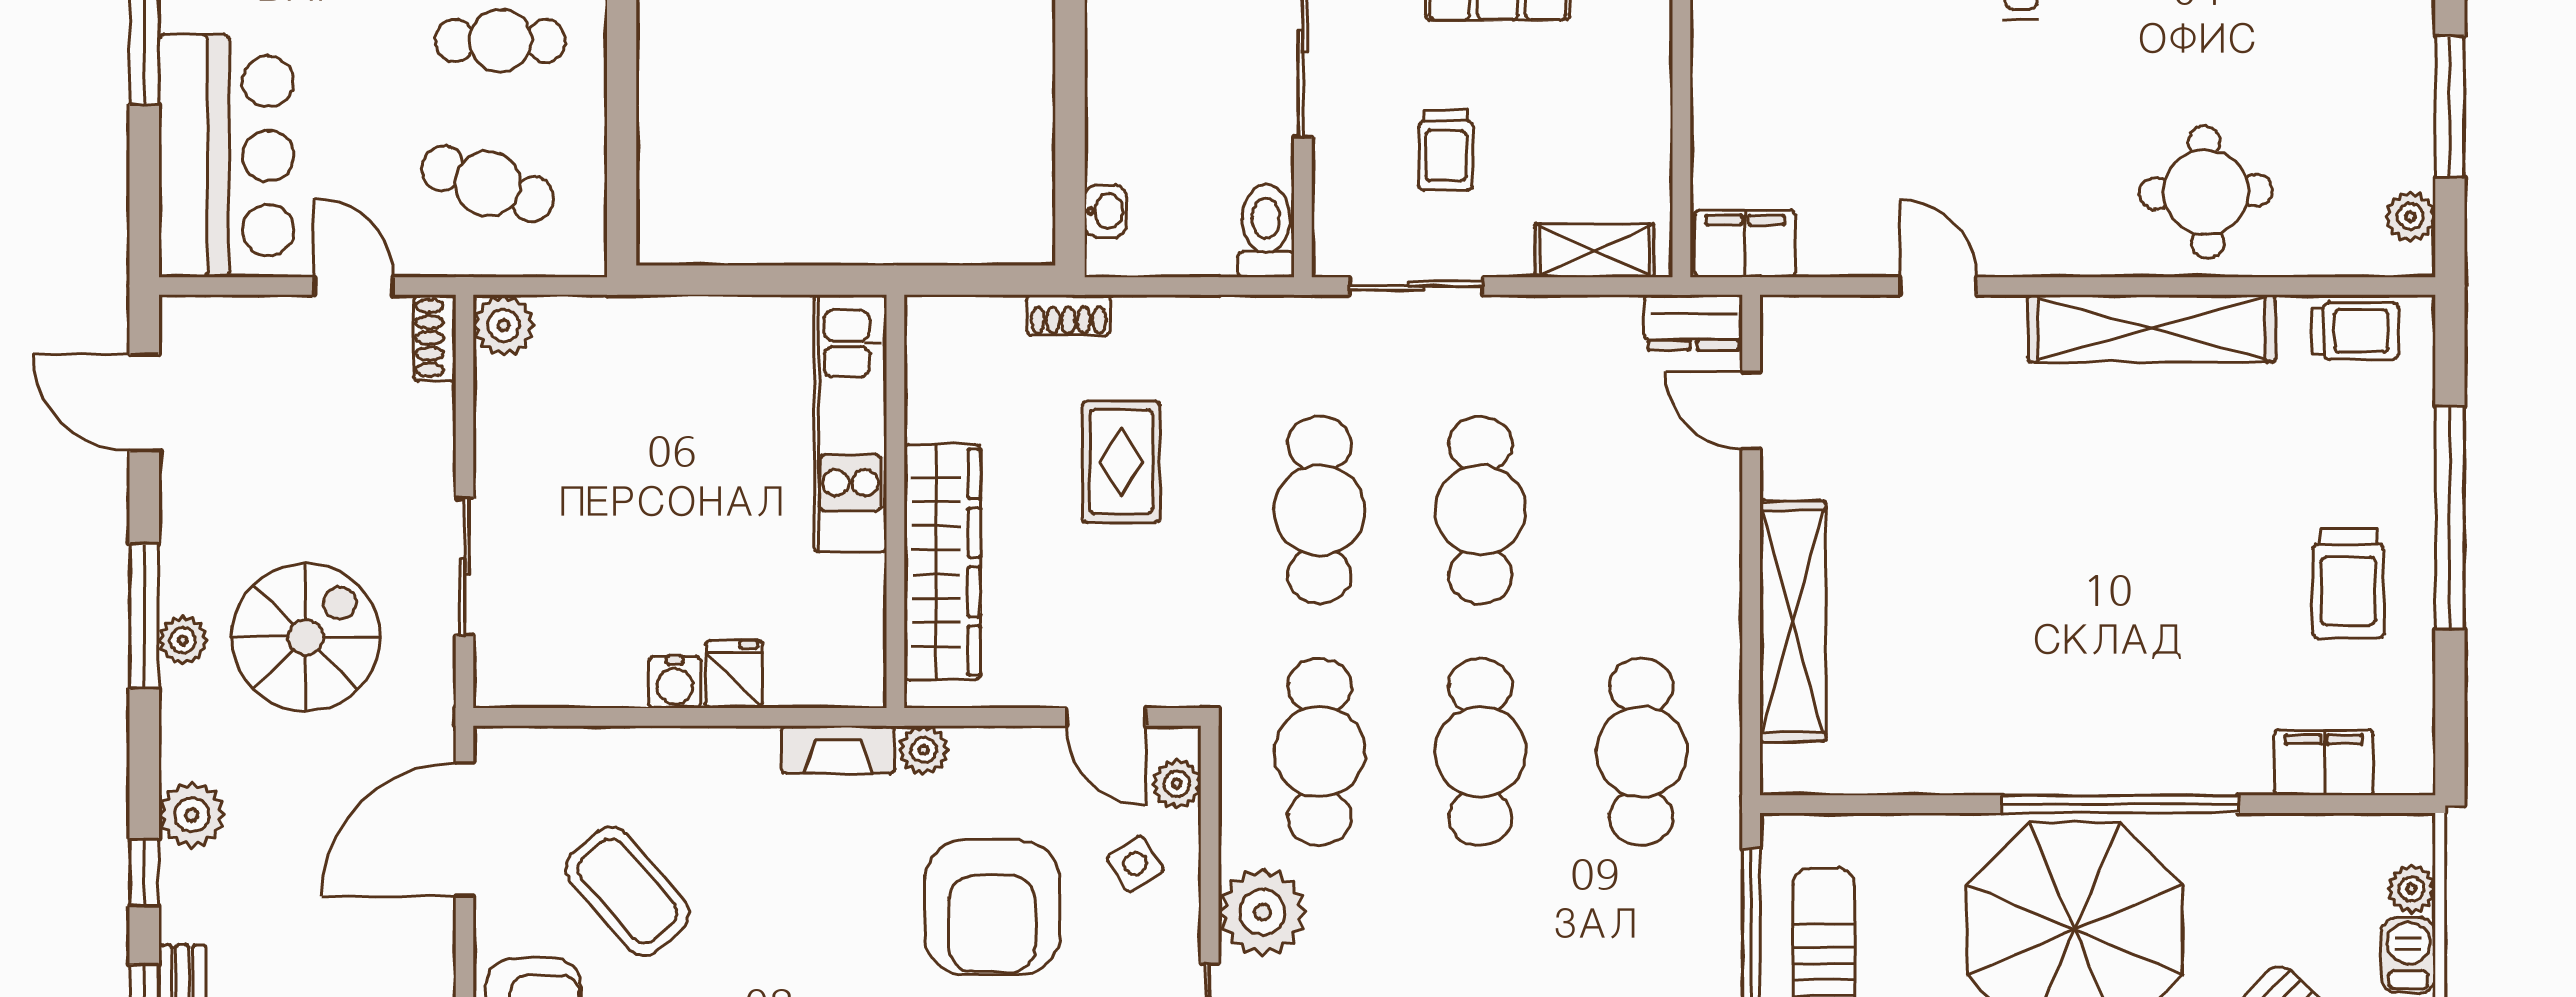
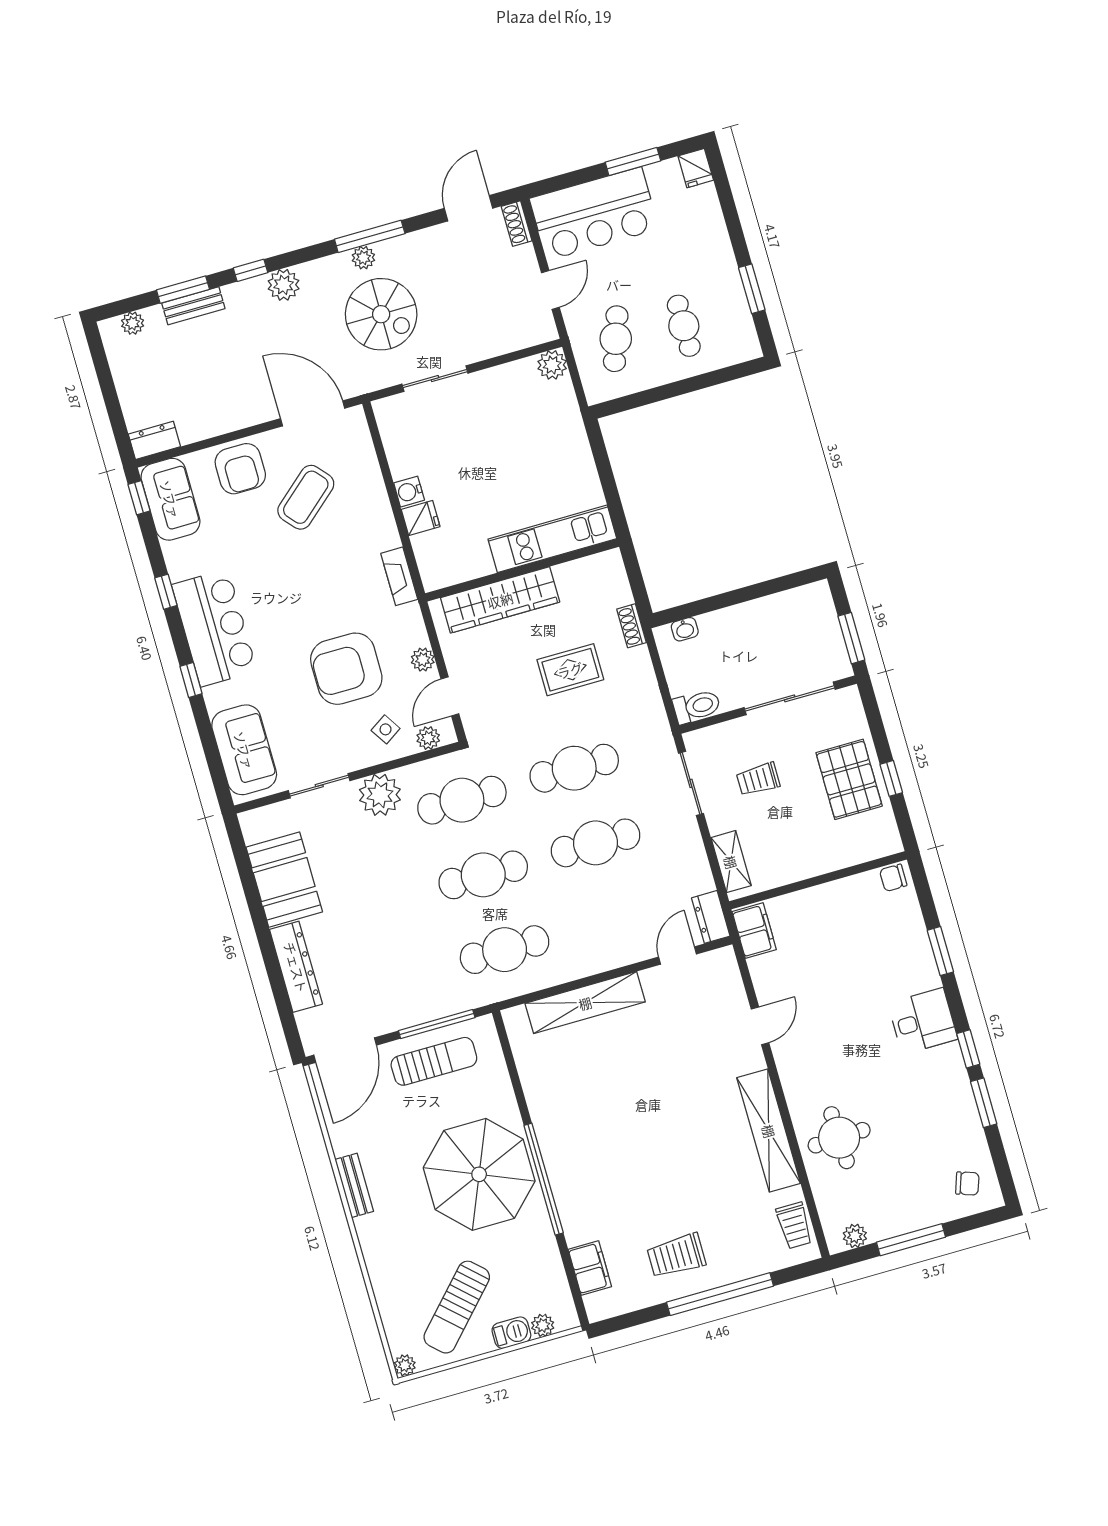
shoe rack: (435, 338) -> (517, 224), moved, turned -90
plant: (924, 750) -> (423, 660), moved

